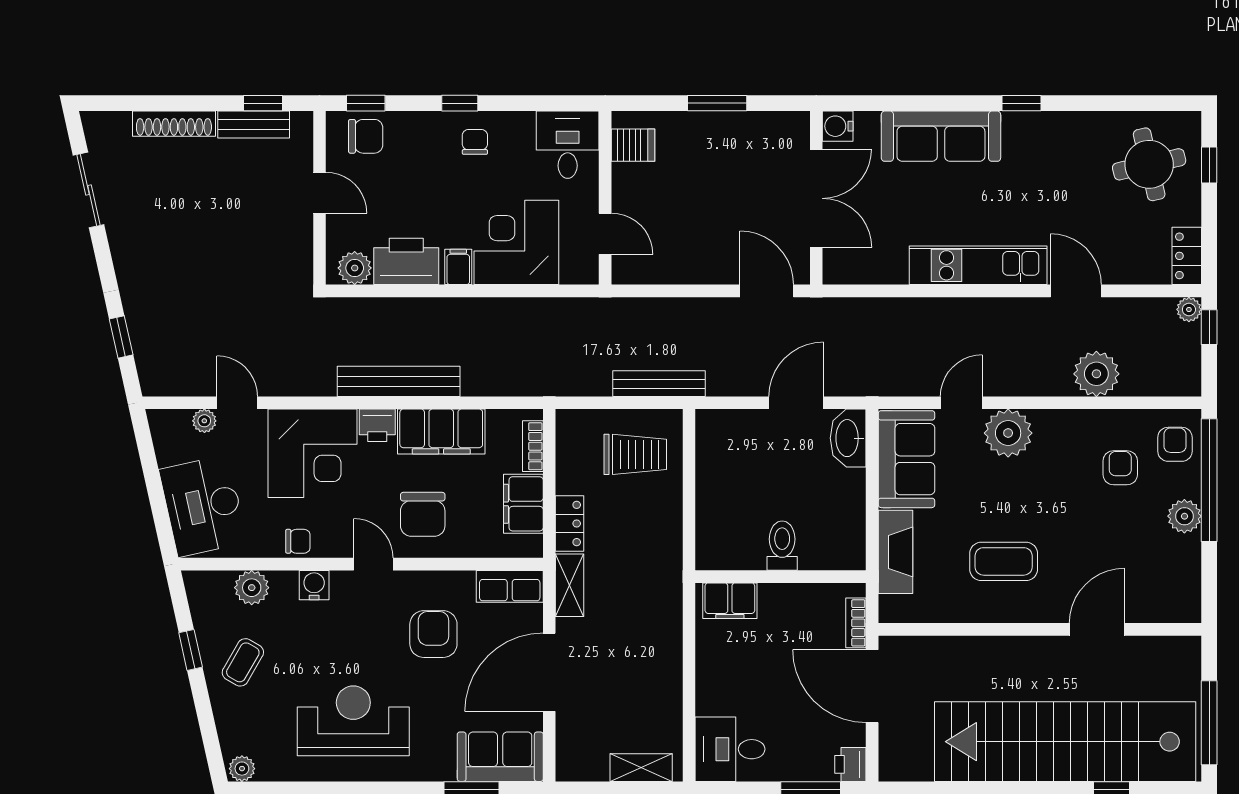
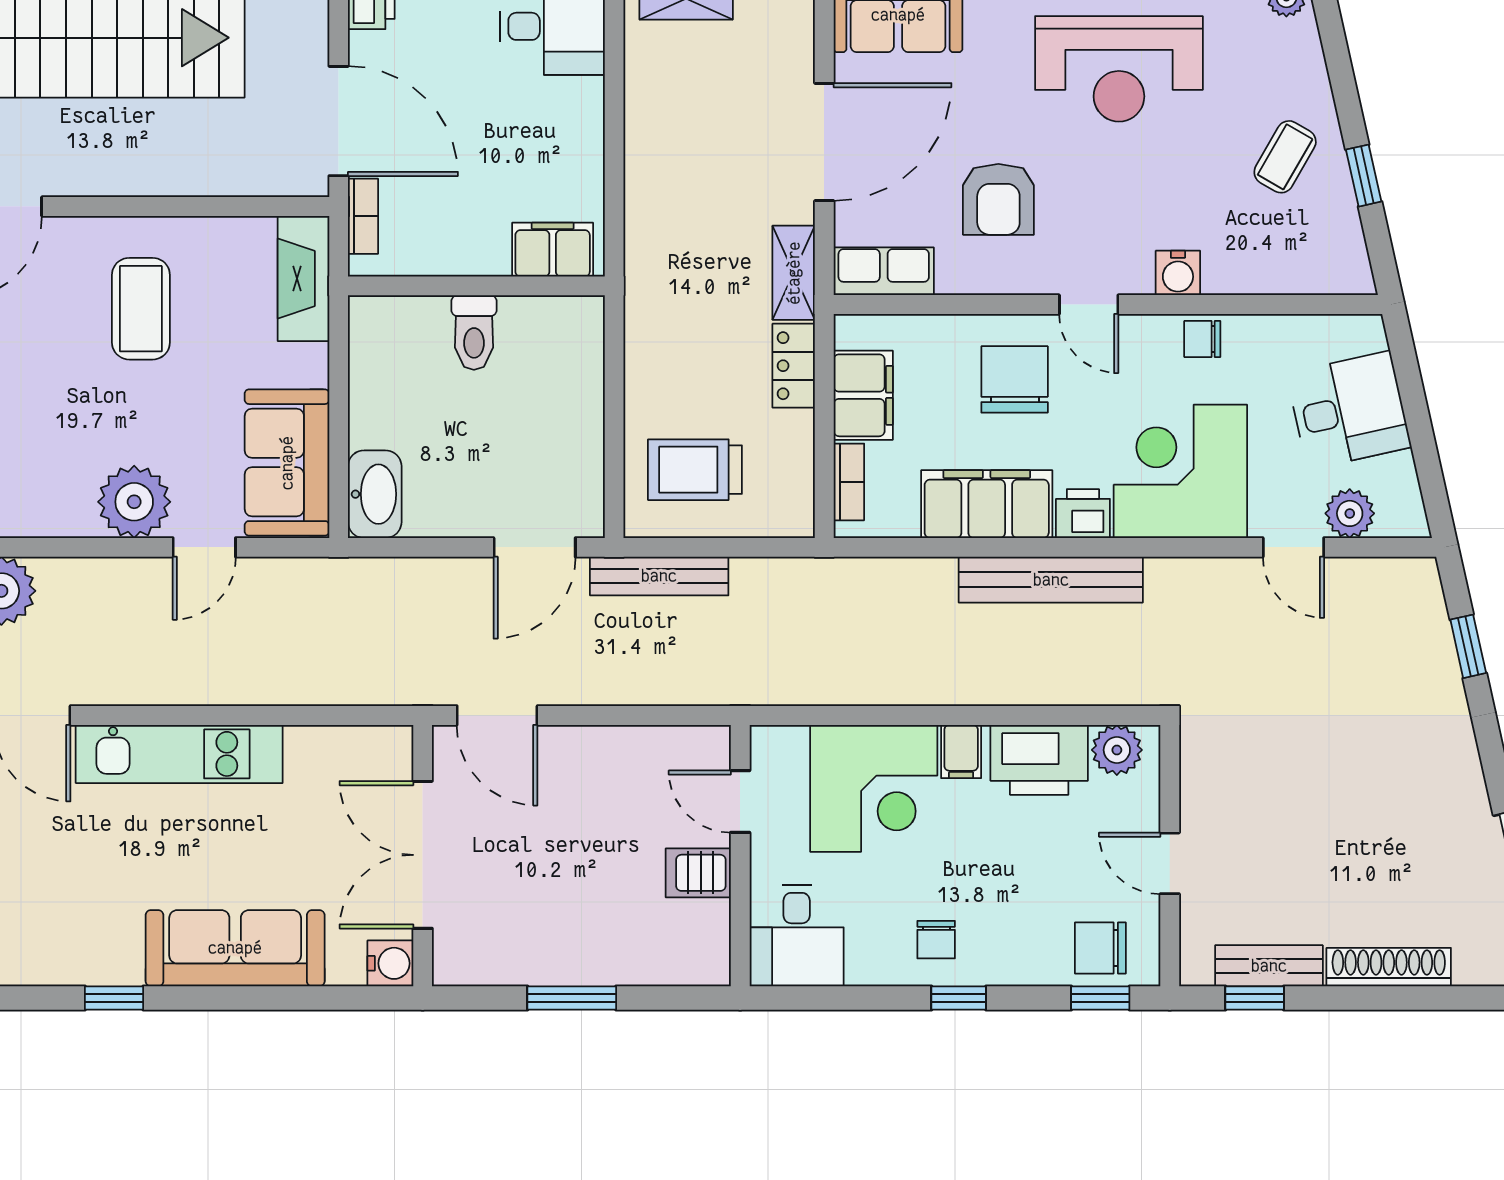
server rack: (633, 145) -> (698, 873), moved
door: (796, 403) -> (535, 547), moved
plant: (204, 421) -> (1350, 513), width x1.38, depth x1.38
desk: (203, 506) -> (1349, 410), width x0.73
fireplace: (896, 552) -> (303, 279), moved
coffee table: (1004, 561) -> (141, 309), turned 90
plant: (252, 588) -> (1272, 269), removed

